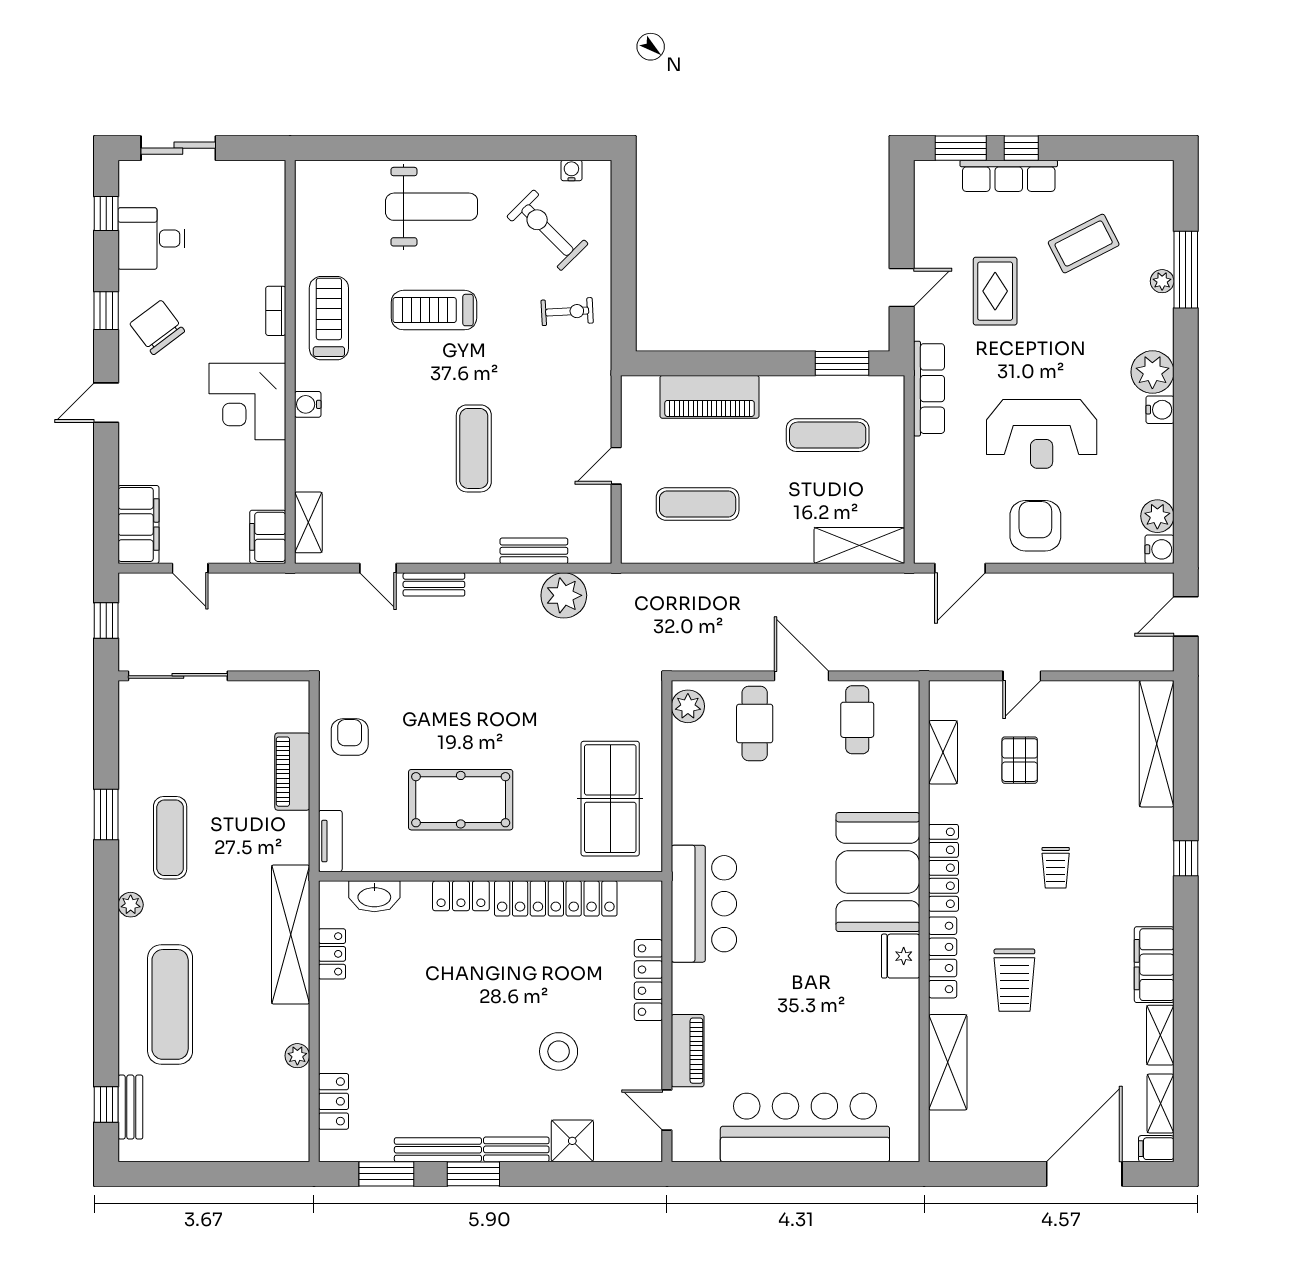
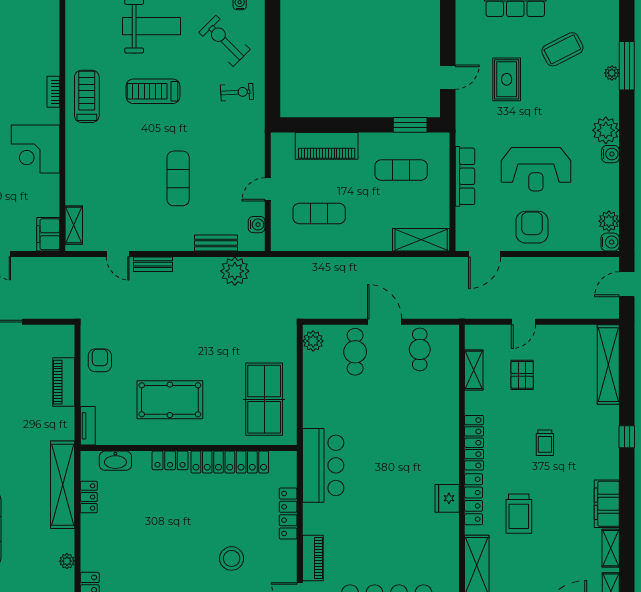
row of seats: (929, 389) -> (465, 176), moved
water cooler: (308, 404) -> (257, 225), moved, turned 180
booth: (878, 872) -> (433, 445), removed

